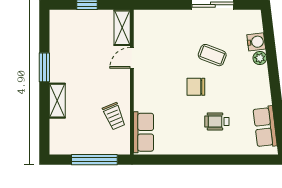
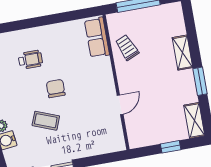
shelving: (122, 28) -> (194, 121), moved
chair: (196, 87) -> (56, 88), turned -90

